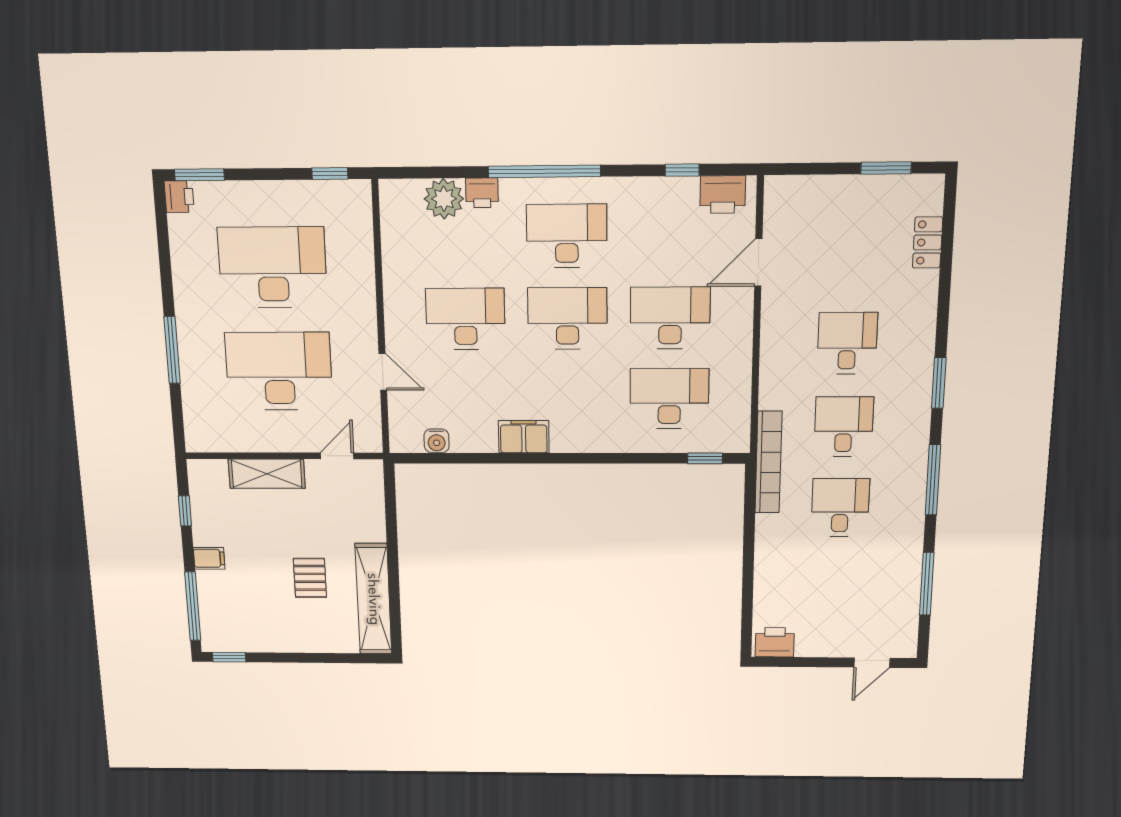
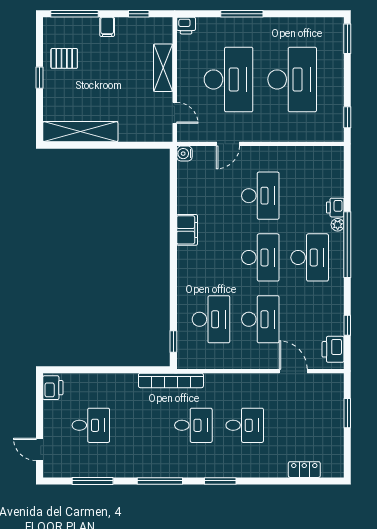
window: (886, 168) -> (347, 413), moved
printer: (179, 197) -> (186, 26), moved
plant: (444, 199) -> (338, 225), moved, width x0.53, depth x0.53
water cooler: (437, 441) -> (184, 154), moved
desk: (840, 508) -> (91, 425), moved
pallet: (310, 578) -> (64, 58), moved
window: (229, 657) -> (39, 78), moved

